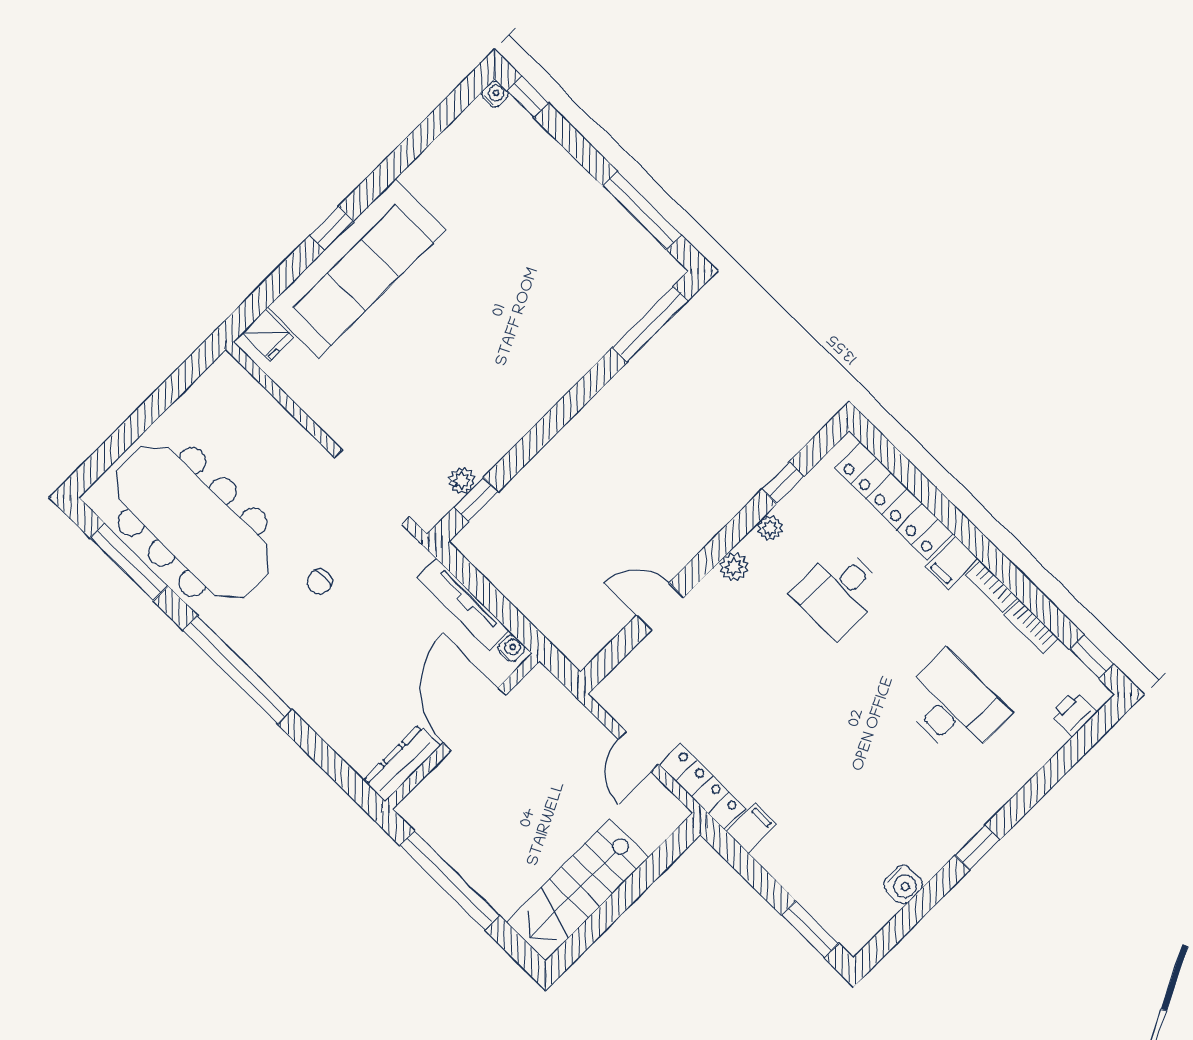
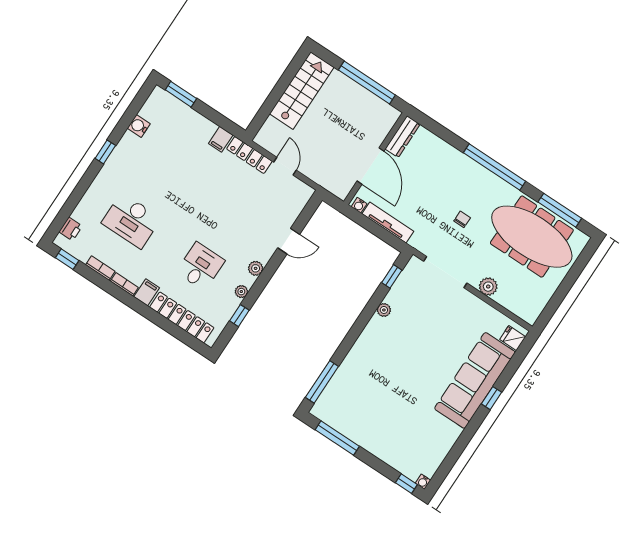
plant: (295, 443) -> (488, 287), added
plant: (462, 481) -> (384, 310), moved

